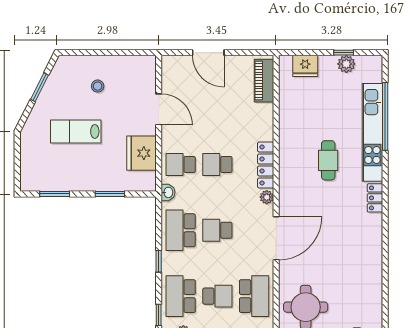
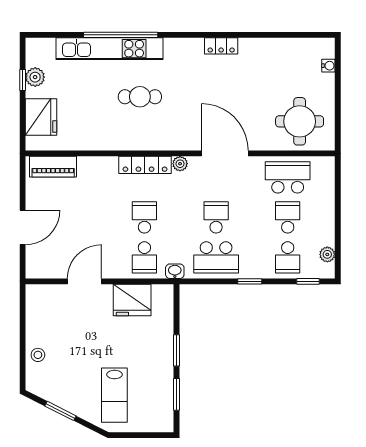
fridge: (305, 66) -> (41, 117), width x1.36, depth x1.34
stool: (98, 86) -> (38, 355), moved
window: (385, 116) -> (121, 35), moved
lab bench: (76, 131) -> (114, 395), moved
school desk: (217, 164) -> (144, 217), turned 180
window: (110, 194) -> (177, 350), moved
locker: (375, 198) -> (221, 46), moved
school desk: (217, 230) -> (216, 217), turned 180
school desk: (181, 296) -> (288, 257), width x0.54

